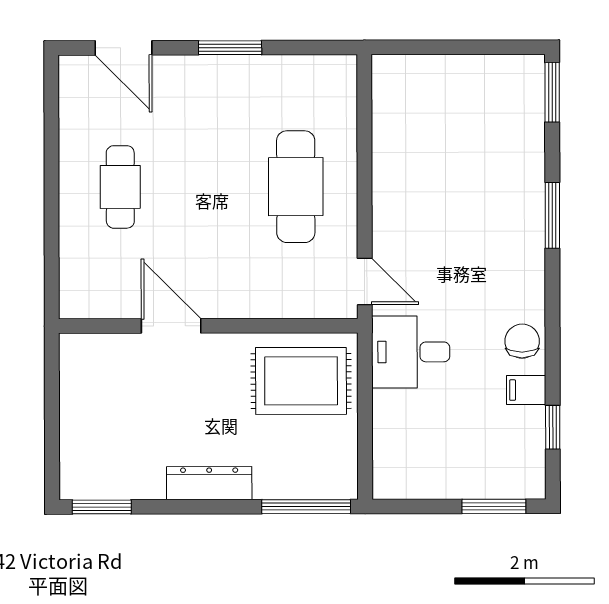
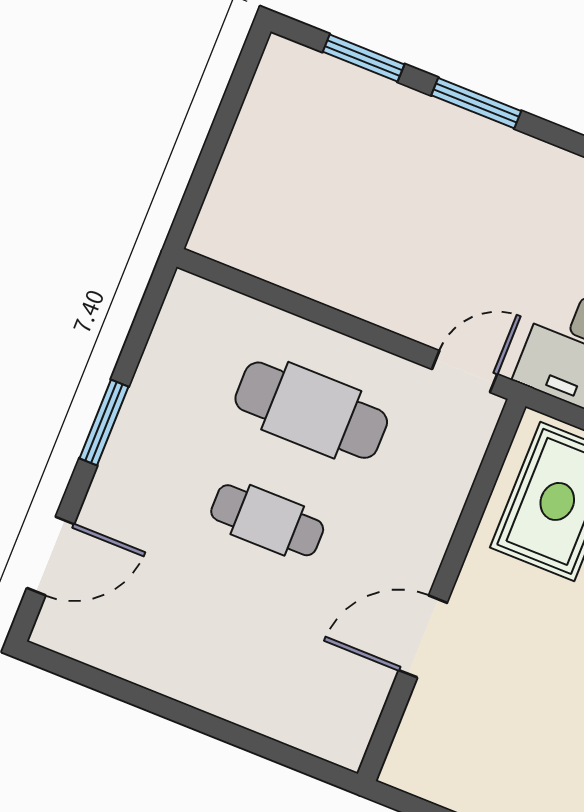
window: (552, 92) -> (364, 58), moved
cafe table: (120, 187) -> (267, 520), moved

